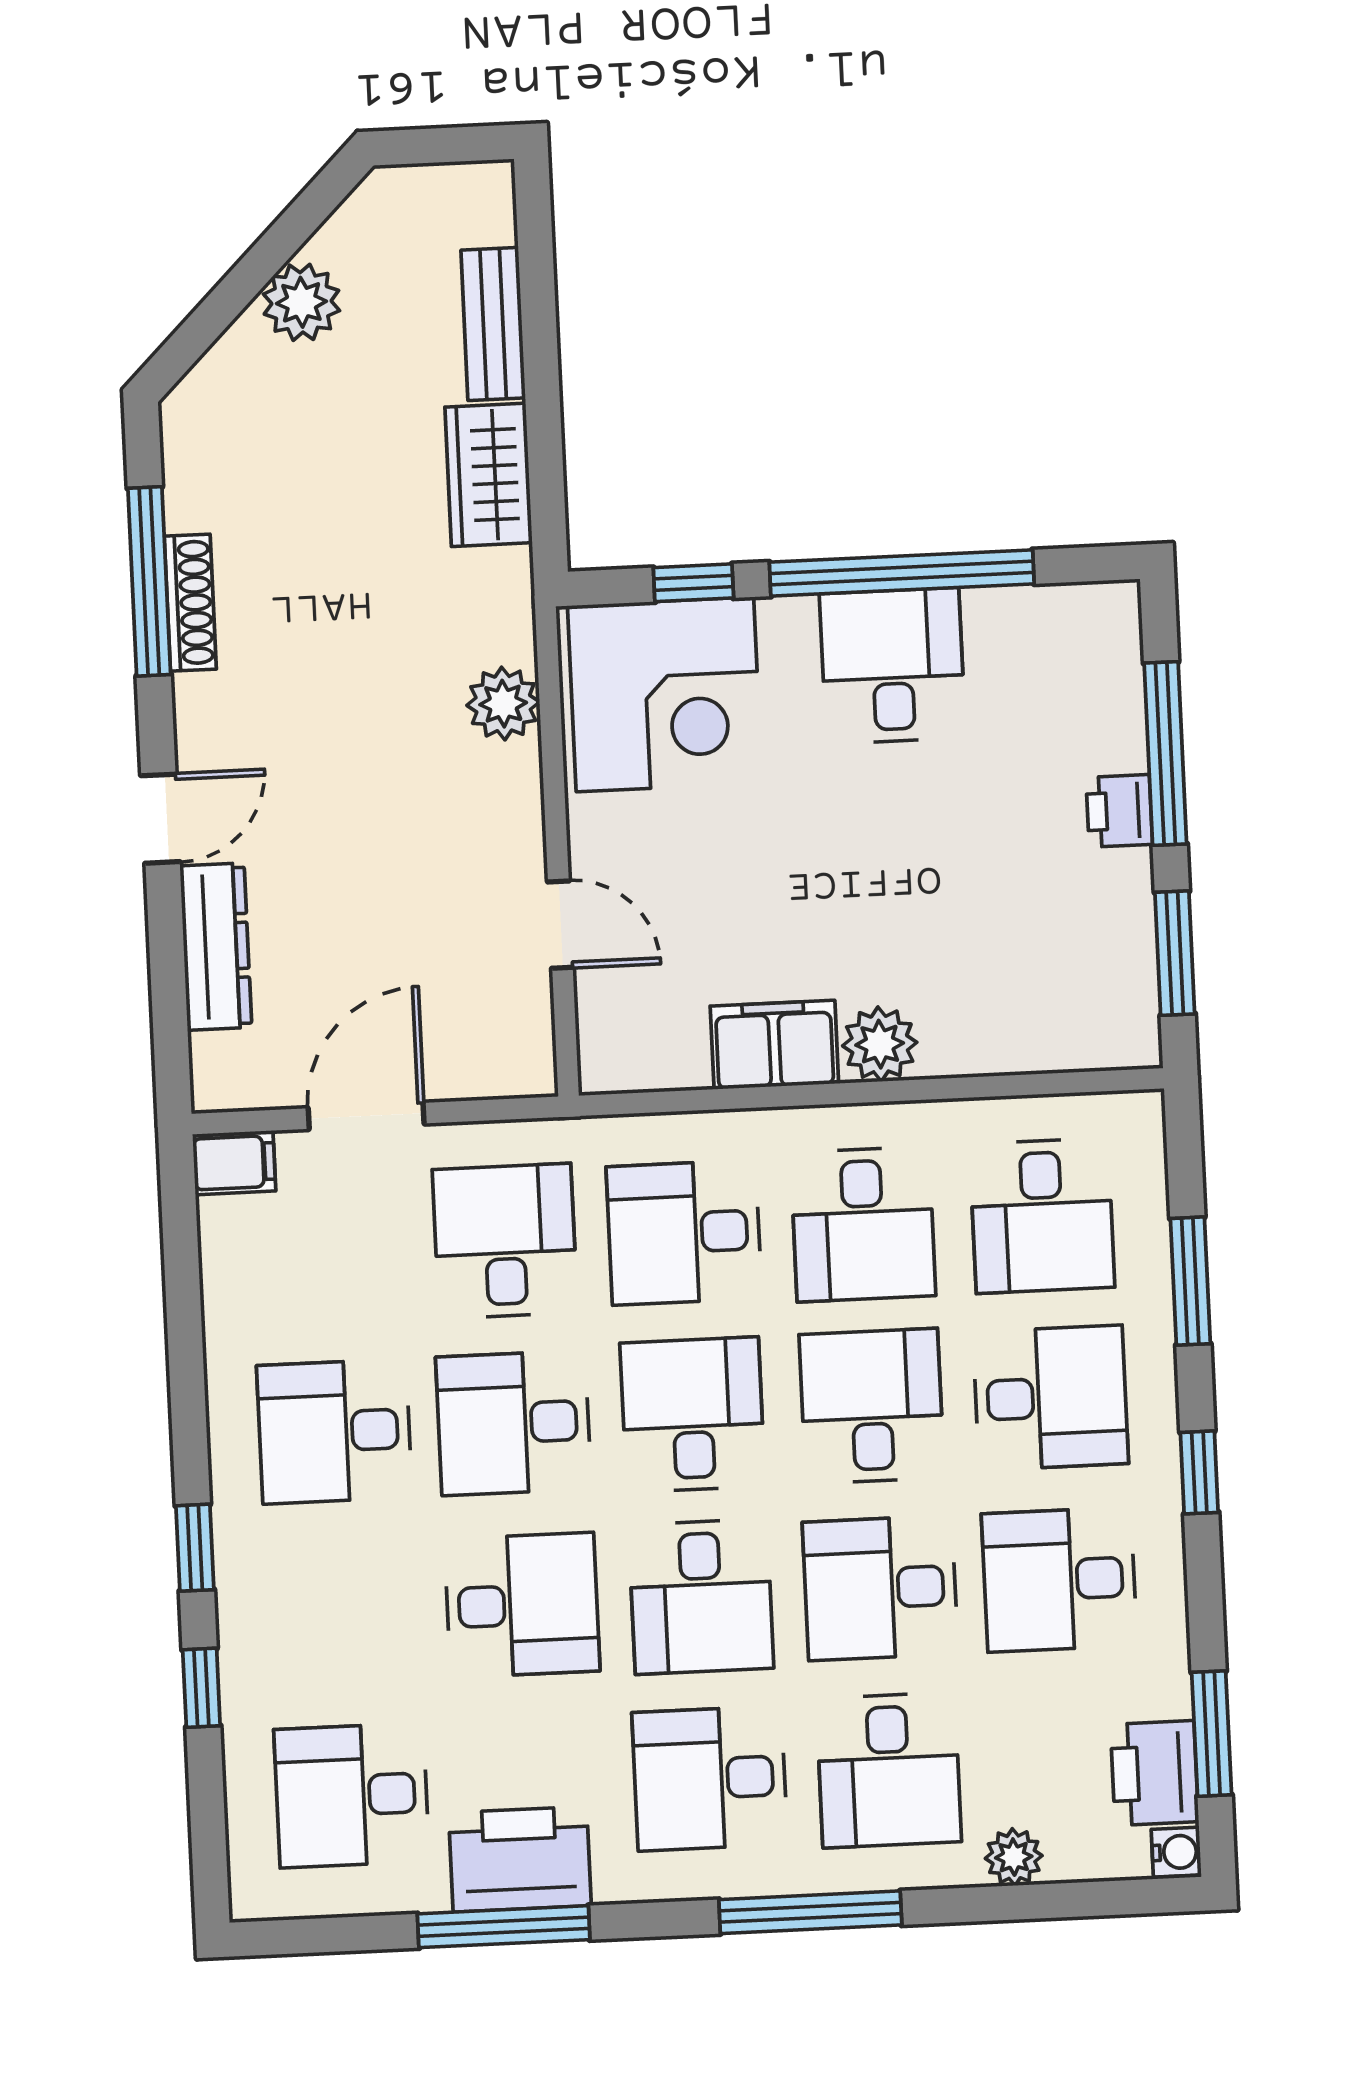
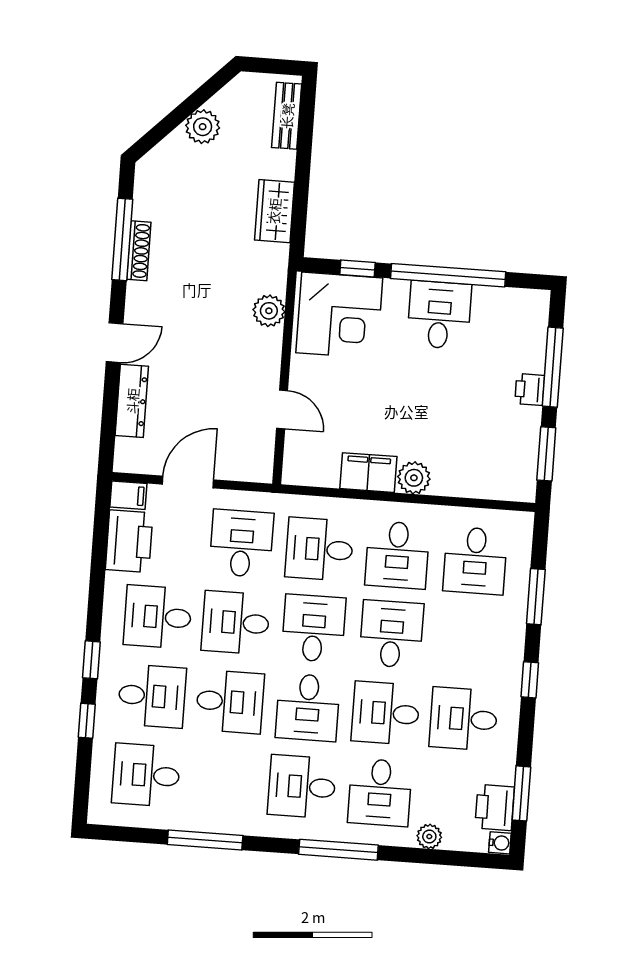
bench: (493, 324) -> (287, 116), moved
desk: (1051, 1398) -> (152, 696), moved
printer: (520, 1859) -> (129, 541), moved, turned 90

